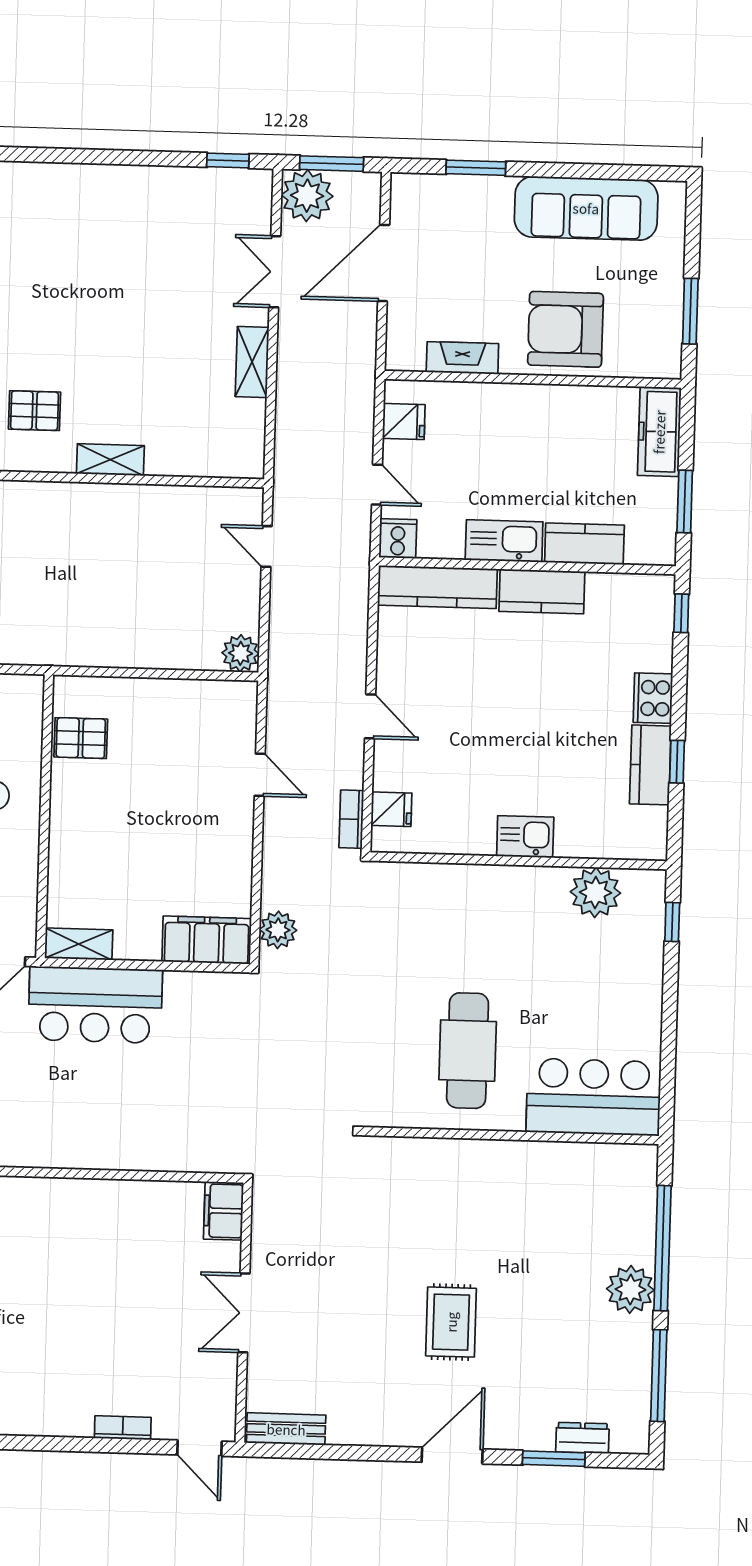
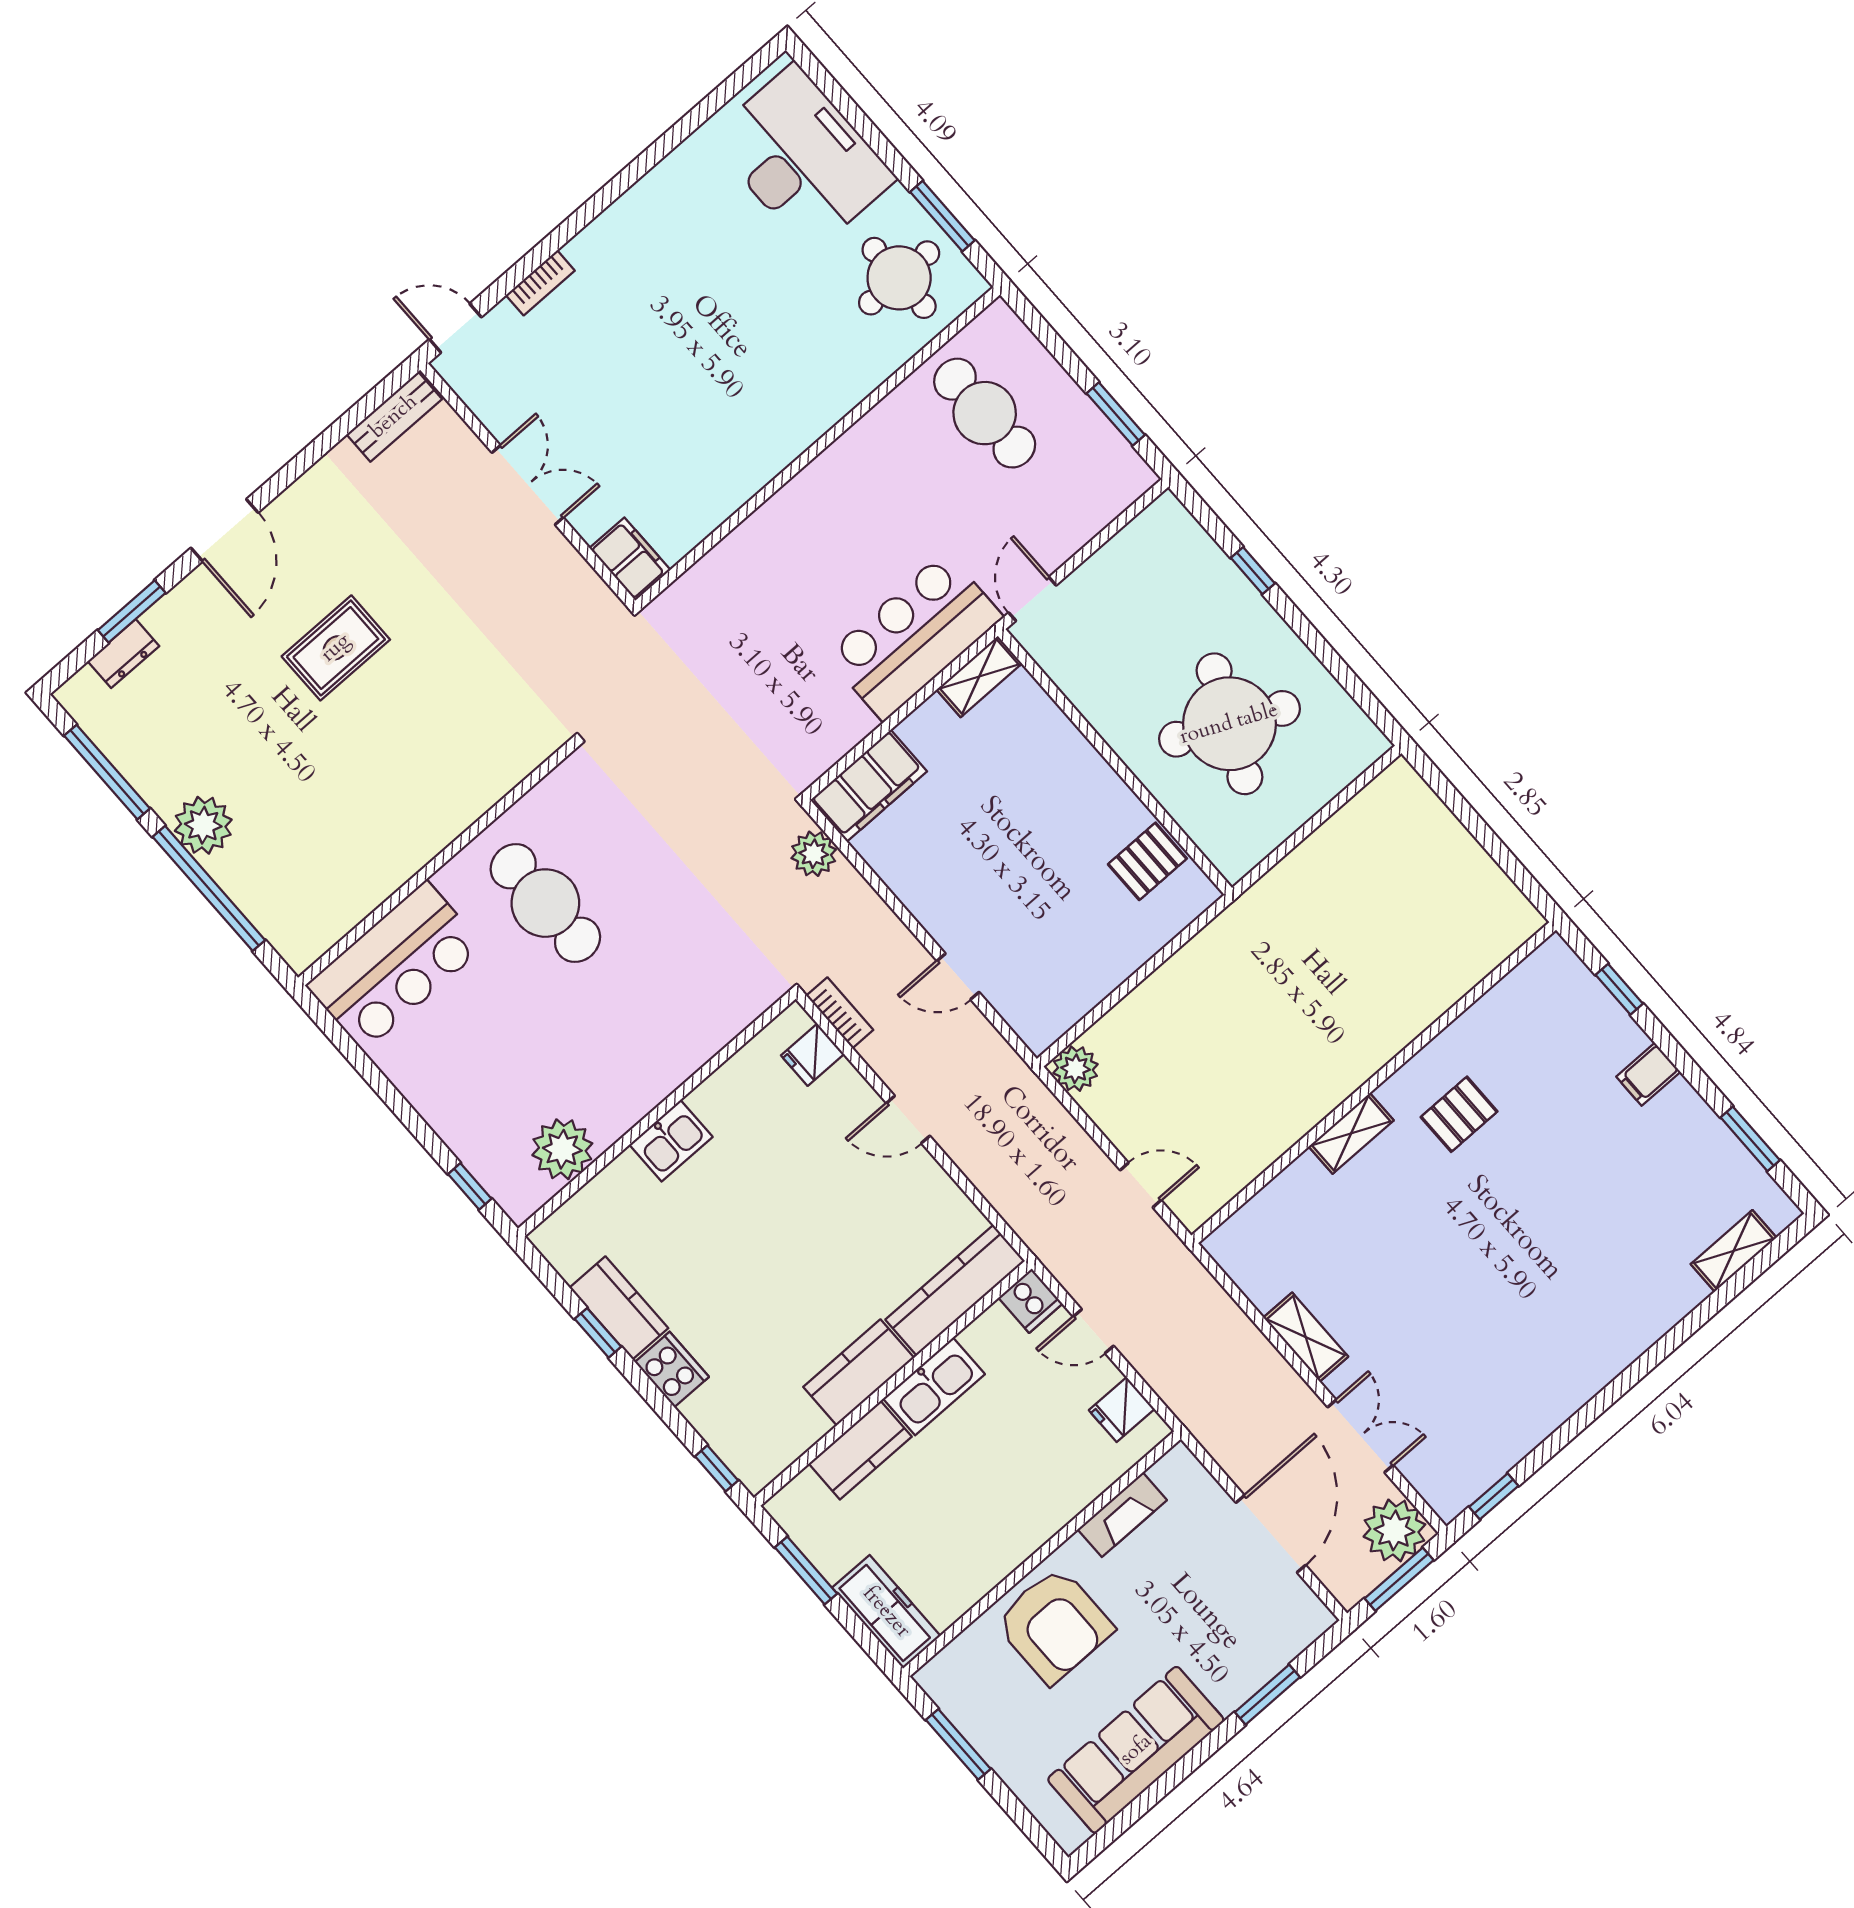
armchair: (566, 329) -> (1054, 1625), turned 90
rug: (451, 1322) -> (336, 648), turned 90

